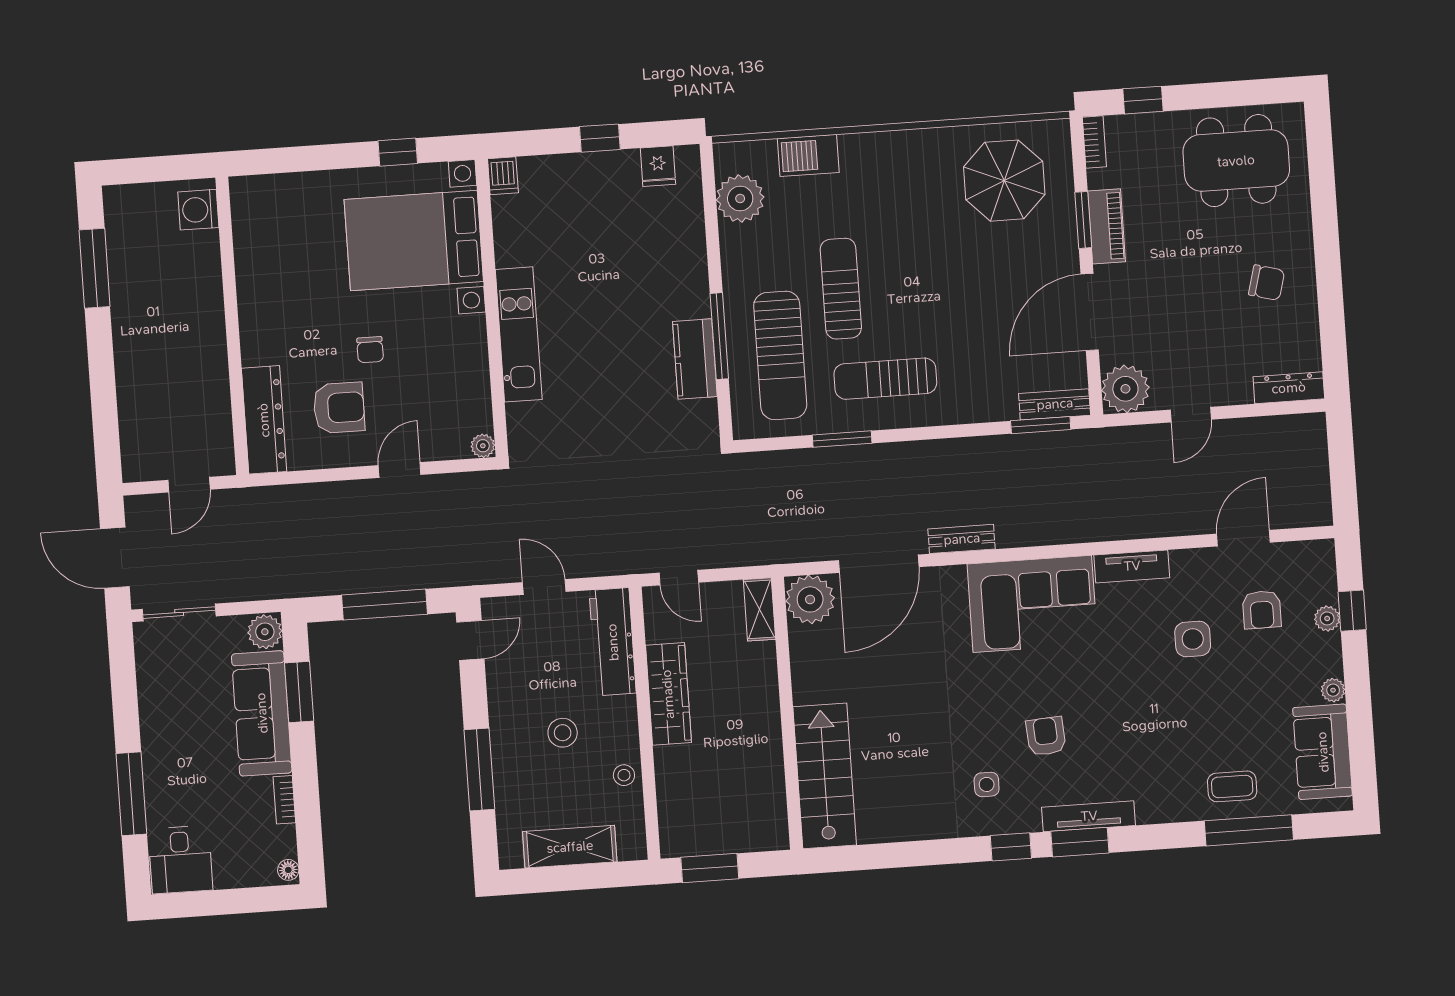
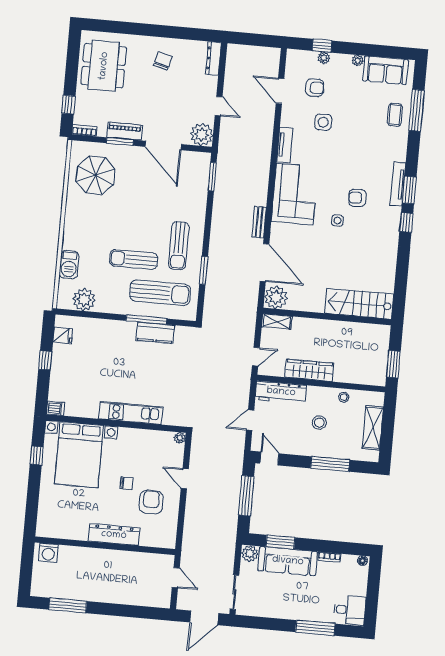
bench: (1055, 404) -> (204, 169), removed
dresser: (264, 420) -> (114, 535), moved
side table: (987, 784) -> (337, 221), moved

